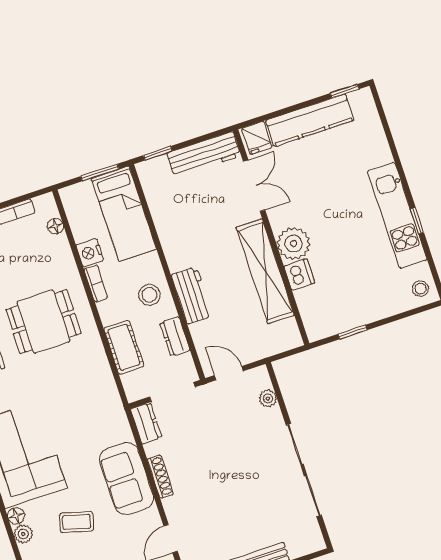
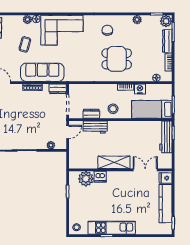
workbench: (204, 155) -> (166, 137), moved
double door: (254, 186) -> (145, 170), swing flipped
plant: (294, 244) -> (86, 179), moved
shelving: (265, 271) -> (114, 162), width x0.68
workbench: (192, 295) -> (95, 127), moved
dining table: (43, 322) -> (117, 59), turned 90
cot: (124, 347) -> (94, 90), removed
sofa: (127, 479) -> (42, 72), width x1.36

